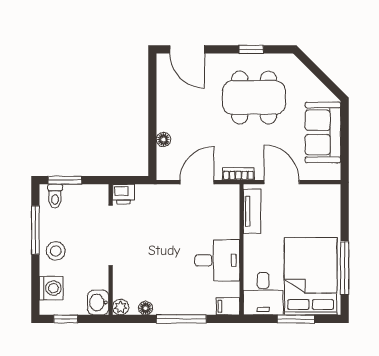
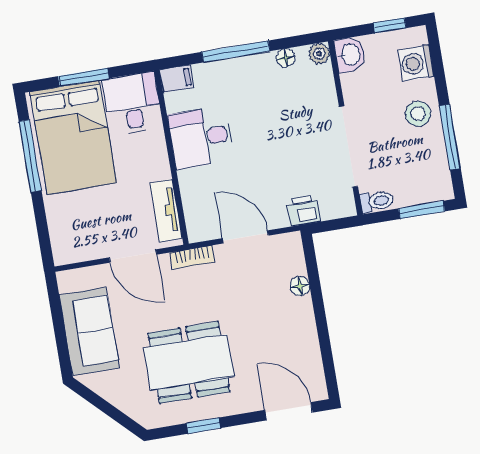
door: (197, 182) -> (246, 237), swing flipped
printer: (124, 194) -> (304, 211), moved
toilet: (55, 196) -> (377, 201), moved, turned 90

